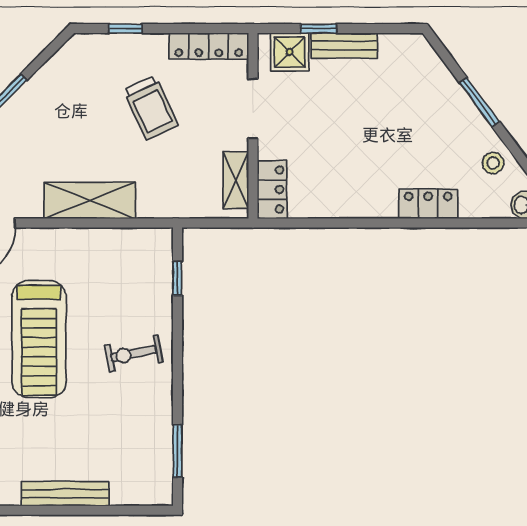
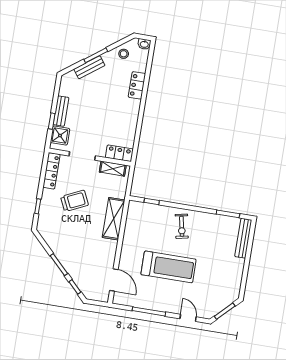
bench: (451, 92) -> (89, 67), added
shelving: (90, 200) -> (114, 219), moved
bench: (65, 494) -> (243, 238), moved

